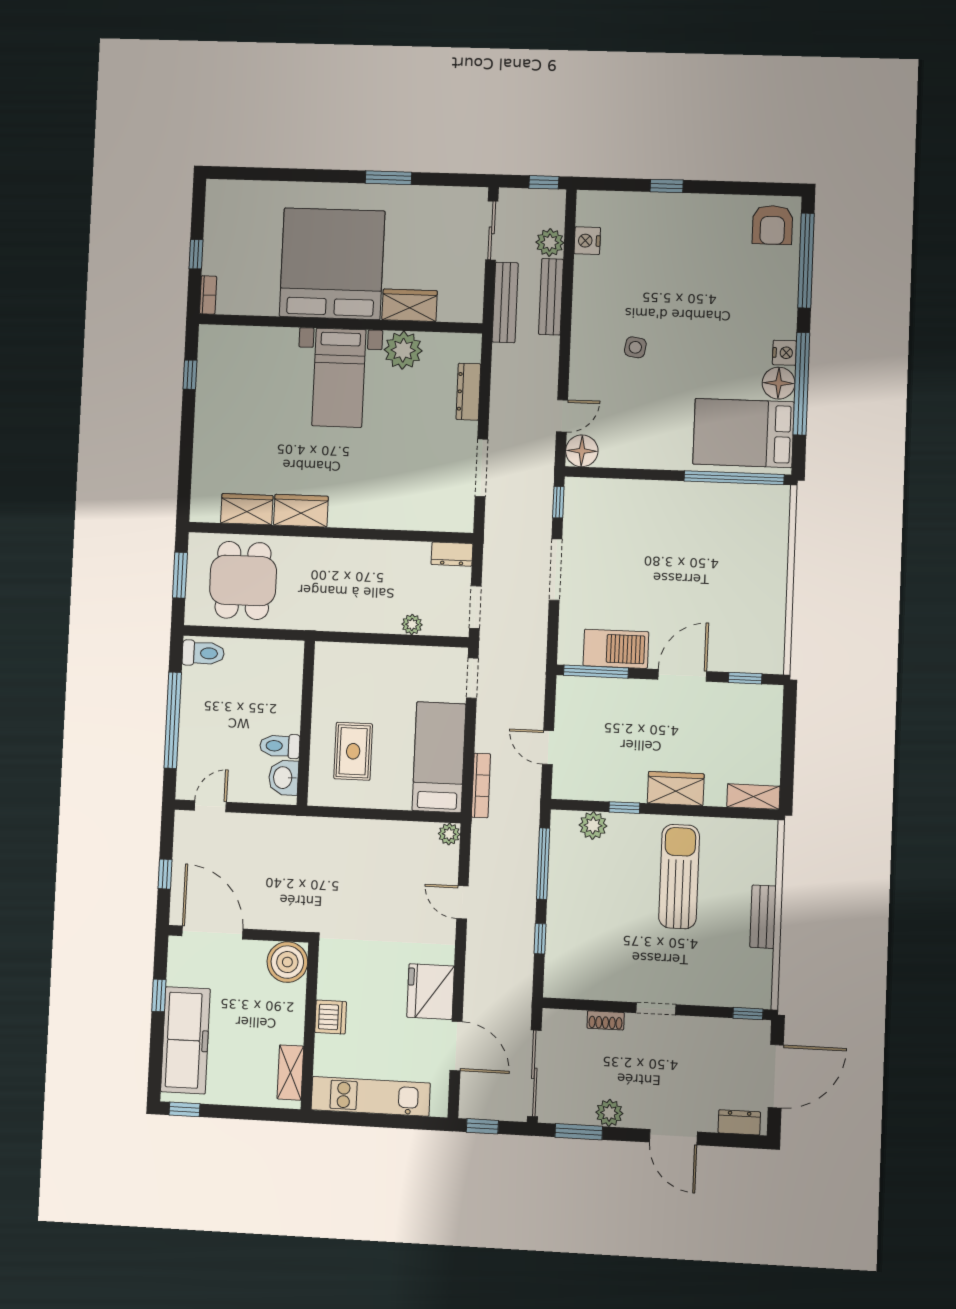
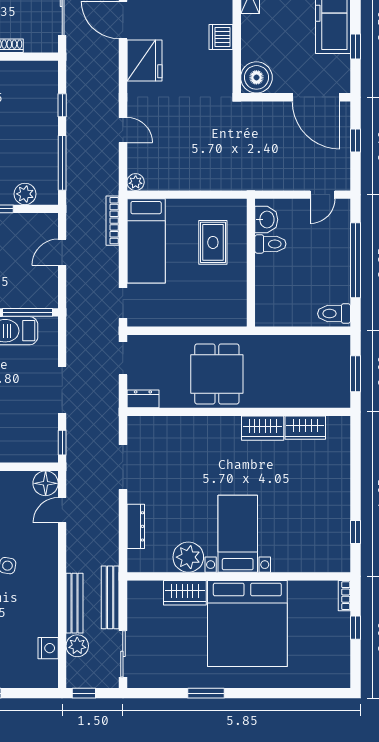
dining table: (243, 580) -> (217, 374), moved
plant: (412, 624) -> (172, 343), removed
door: (548, 748) -> (62, 252), swing flipped

